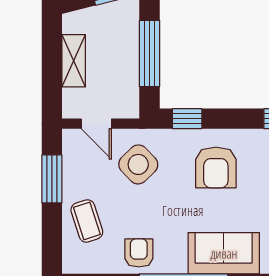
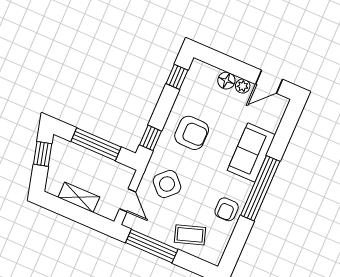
door: (96, 124) -> (128, 200), hinge flipped
window: (52, 179) -> (152, 246), width x1.44
armchair: (139, 253) -> (227, 209), turned -90

